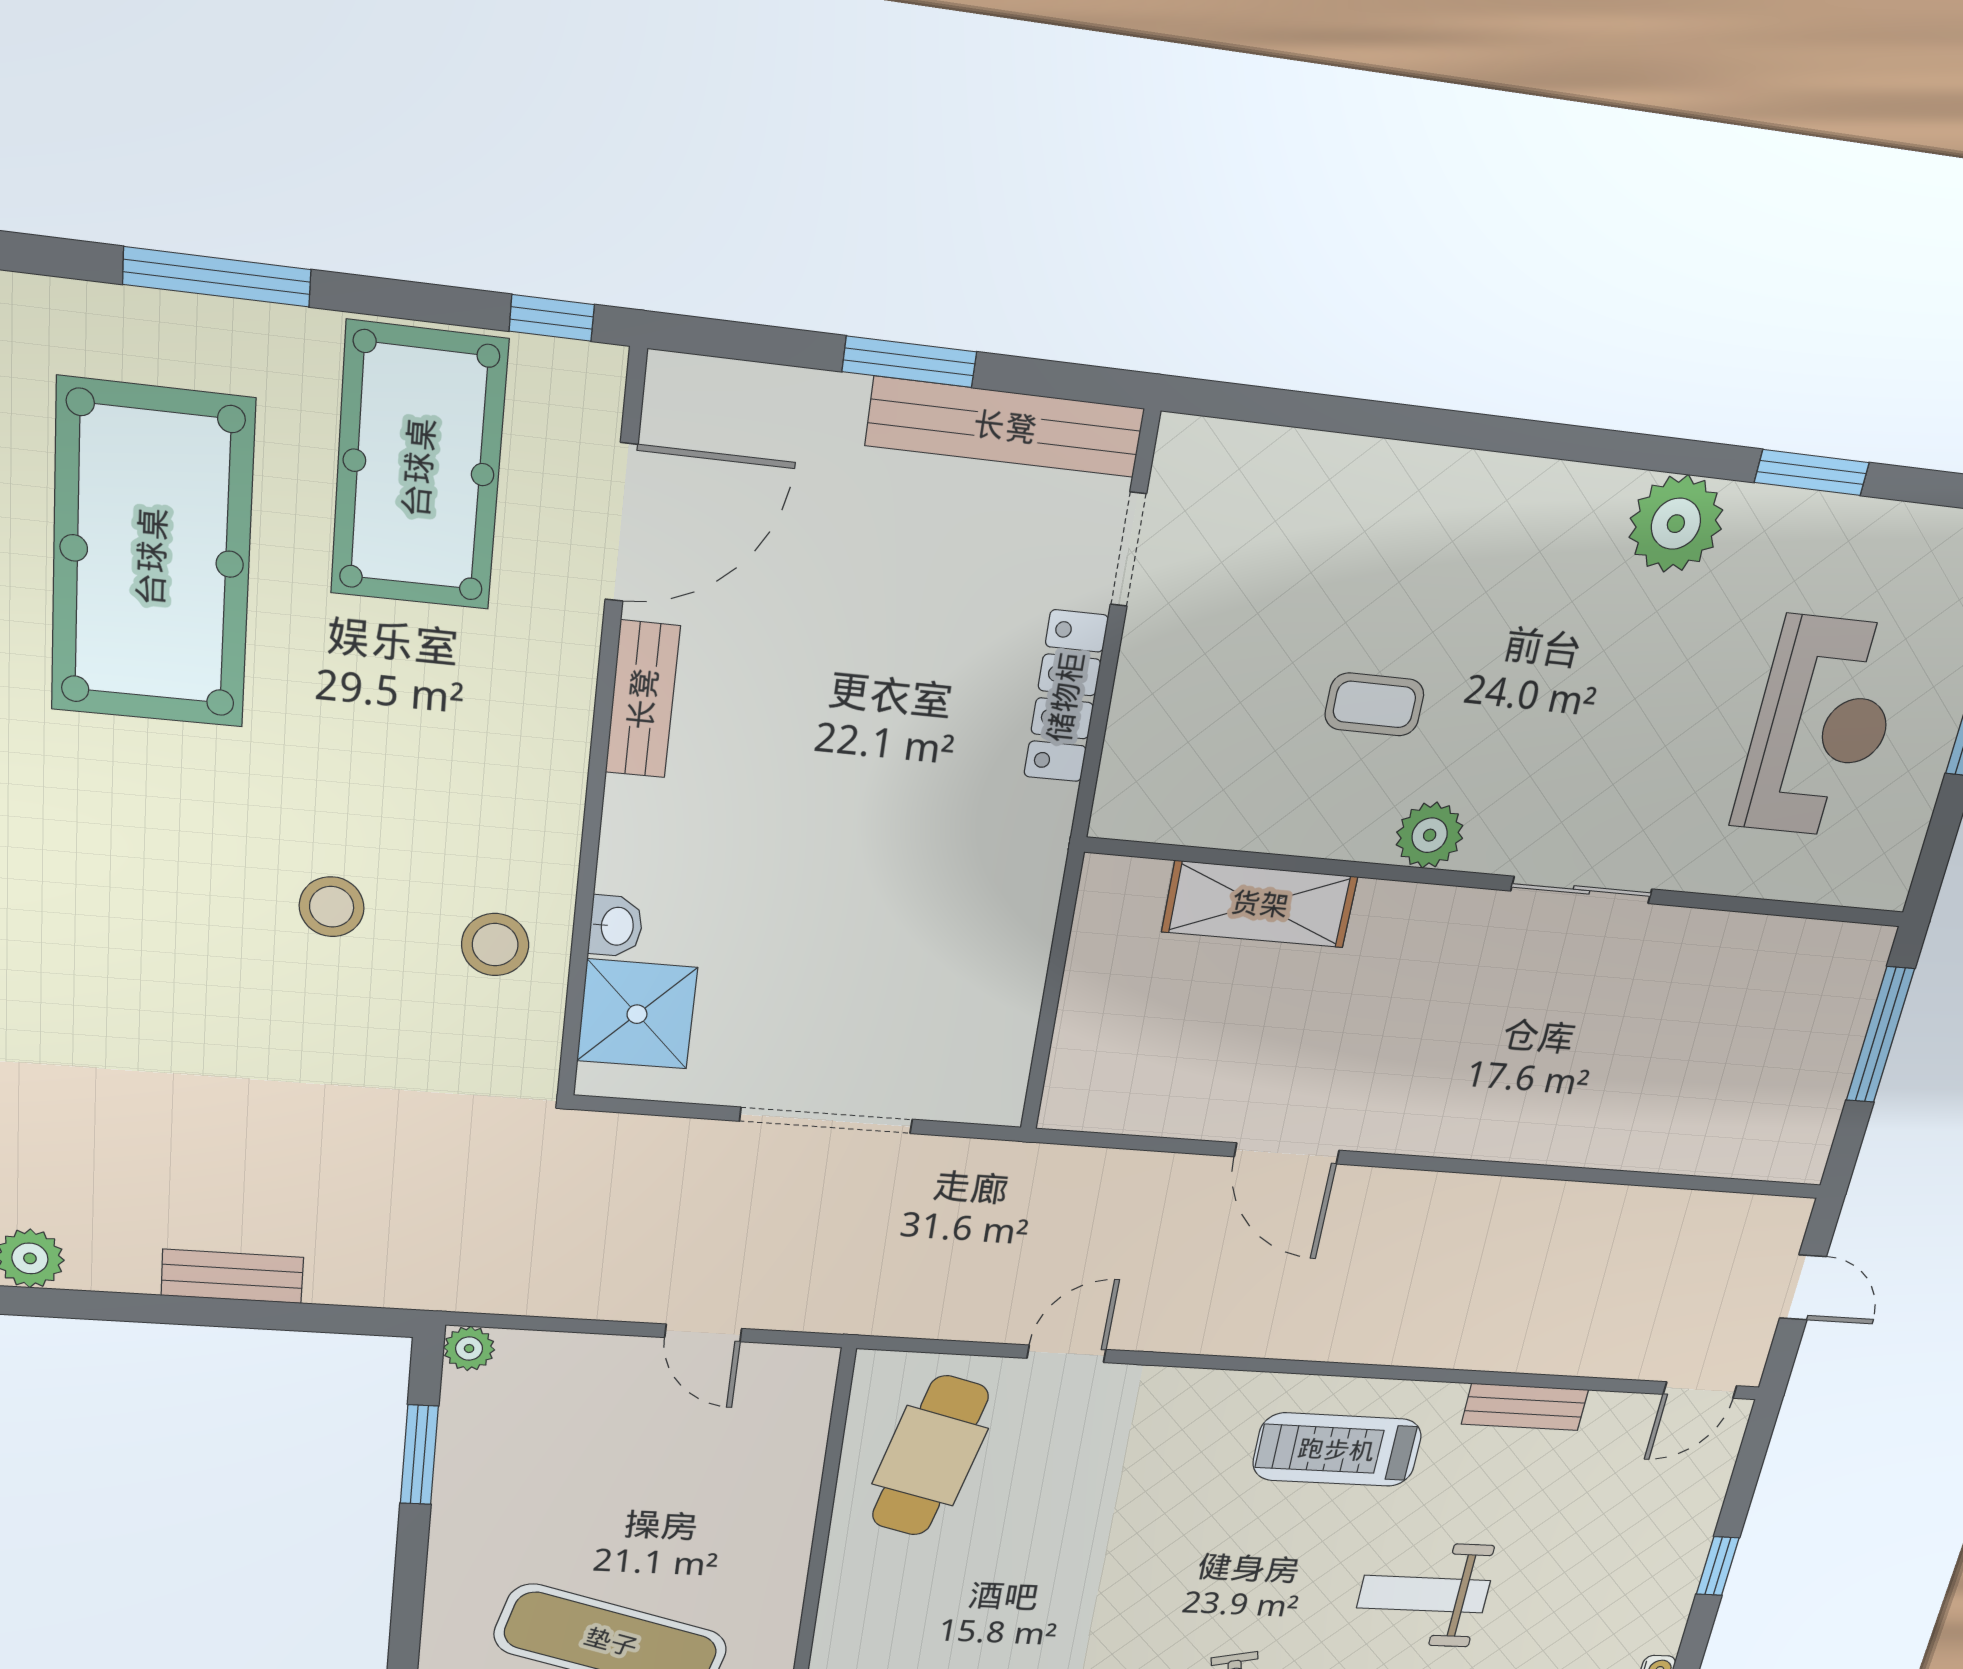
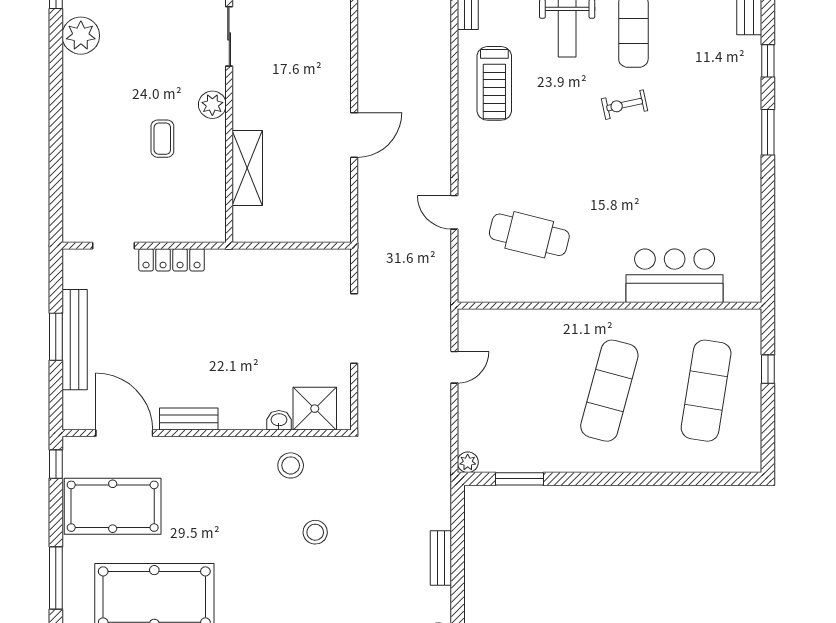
bench: (1005, 427) -> (75, 340), moved
stool: (332, 907) -> (315, 532), moved
cafe table: (930, 1456) -> (529, 235), moved

